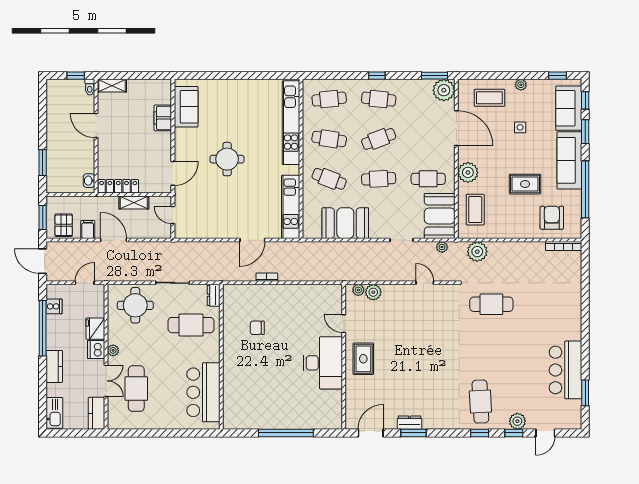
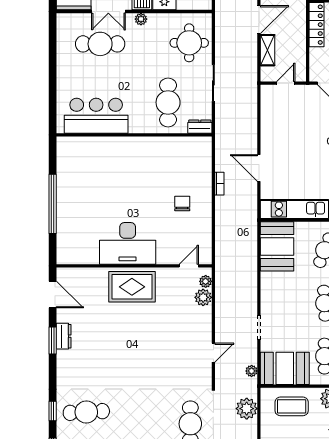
shelving: (134, 203) -> (268, 50), moved
booth: (345, 223) -> (277, 246), moved
door: (344, 324) -> (189, 266), moved
chair: (257, 328) -> (182, 204), moved
rug: (363, 359) -> (132, 287), width x1.36, depth x1.43

